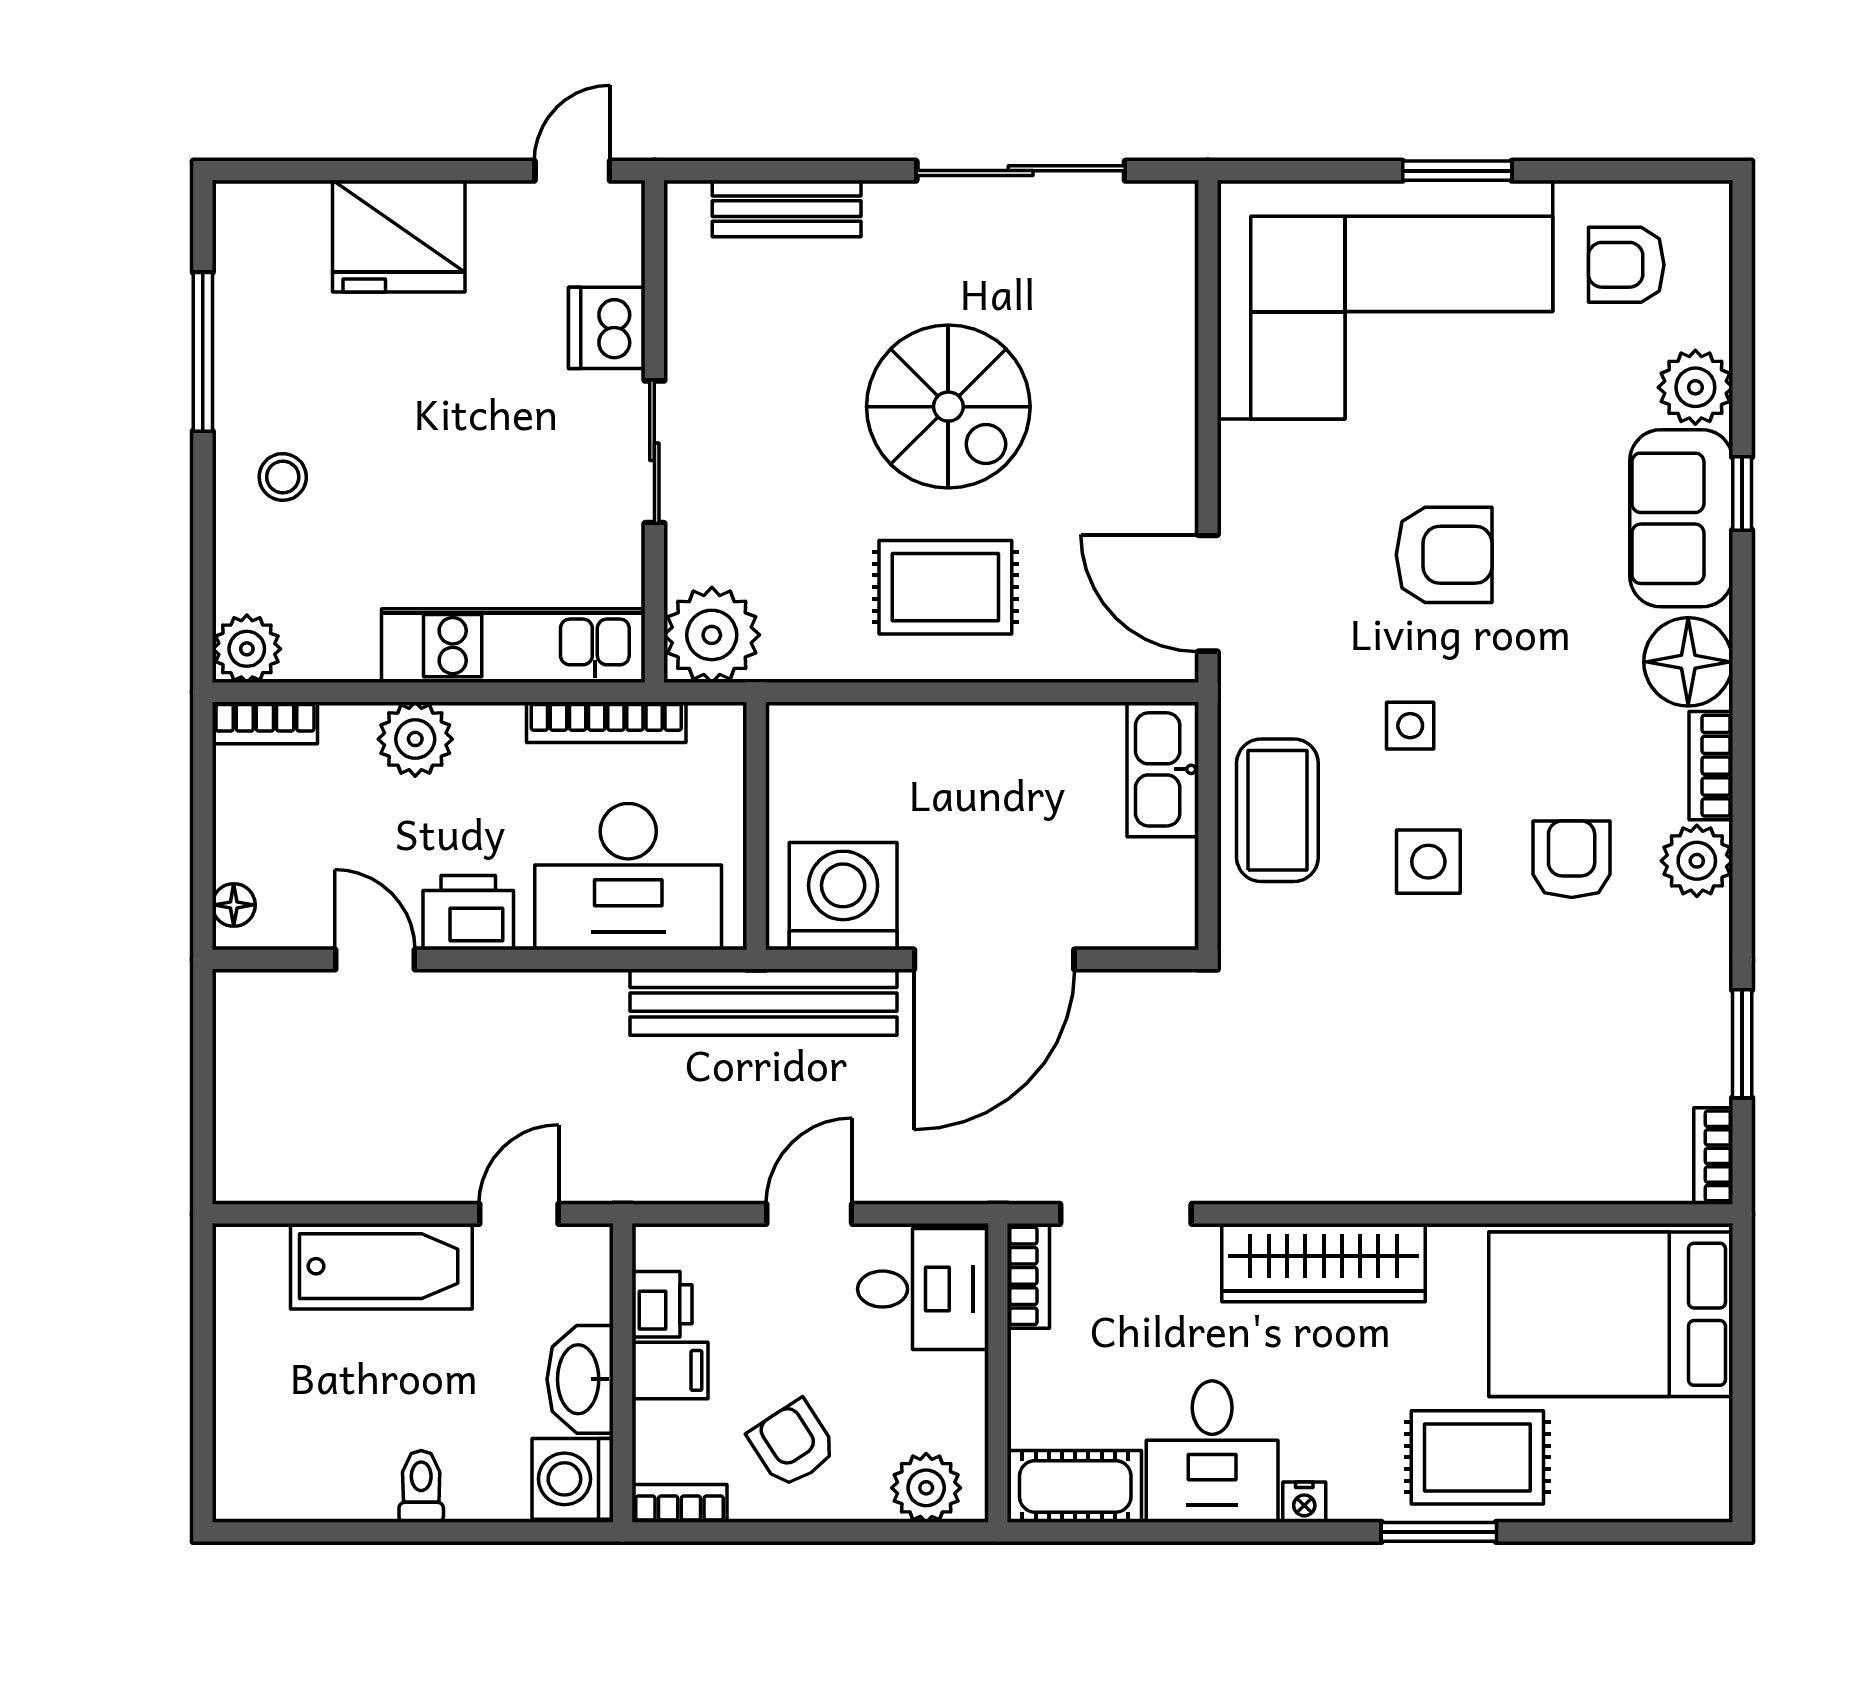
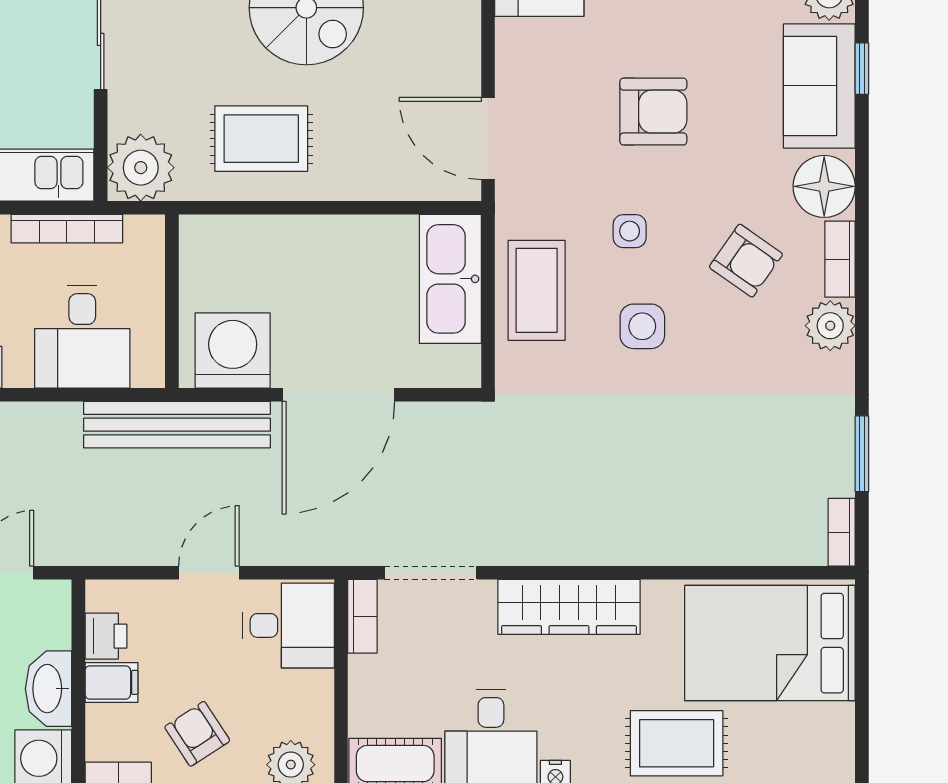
rug: (945, 587) -> (261, 139), moved
kitchen sink: (1163, 769) -> (450, 279), width x1.36, depth x1.24
armchair: (1572, 859) -> (746, 261), moved, turned 125
desk: (628, 877) -> (82, 337), width x0.73

